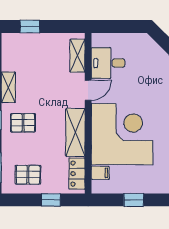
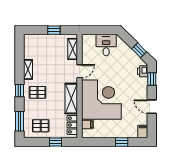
window: (30, 26) -> (54, 30), moved
desk: (108, 63) -> (106, 45), moved, turned 90
window: (134, 200) -> (122, 142), moved

